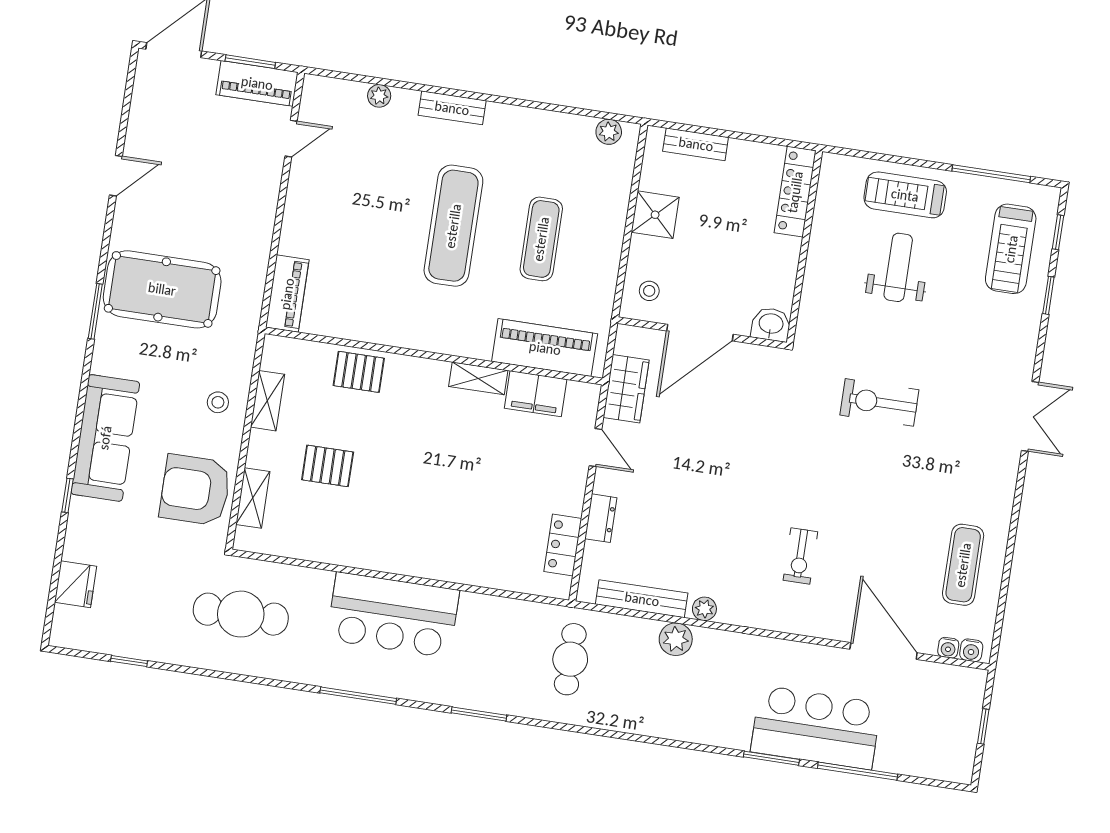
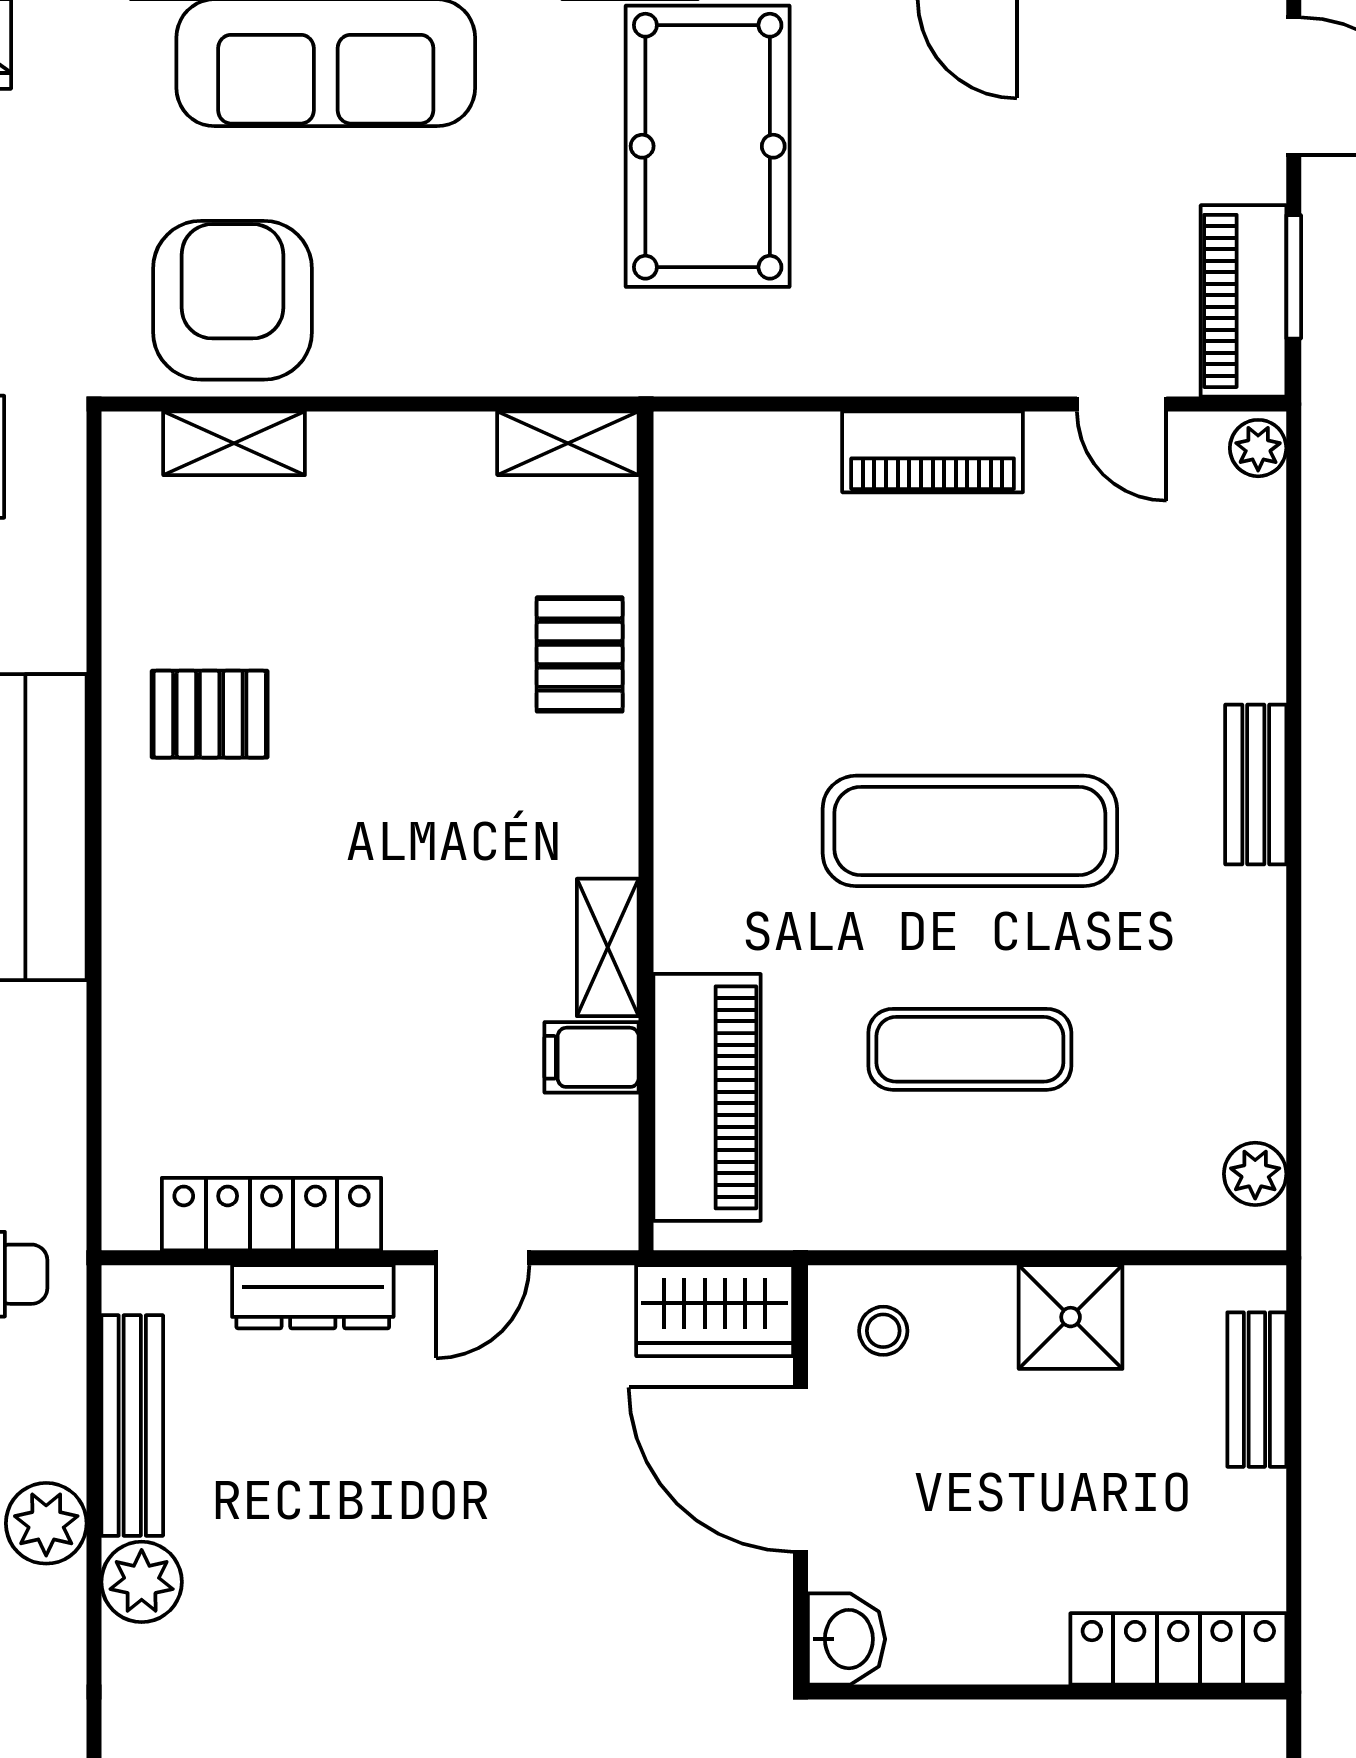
plant: (379, 96) -> (1258, 448), moved
piano: (287, 294) -> (933, 452), moved
wardrobe: (626, 389) -> (715, 1311), moved
filing cabinet: (536, 394) -> (592, 1057), width x0.50
shelving: (267, 401) -> (568, 443), moved
stool: (218, 402) -> (454, 323), removed
pallet: (328, 466) -> (210, 714), moved, turned 90
dresser: (601, 518) -> (313, 1297), width x1.44
locker: (563, 545) -> (272, 1214), width x1.53
plant: (704, 609) -> (142, 1582), width x1.38, depth x1.38

